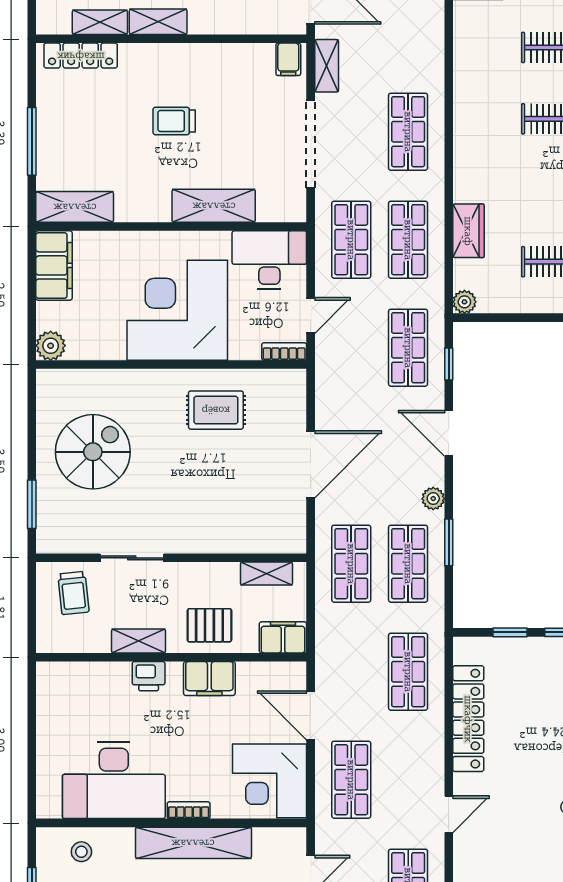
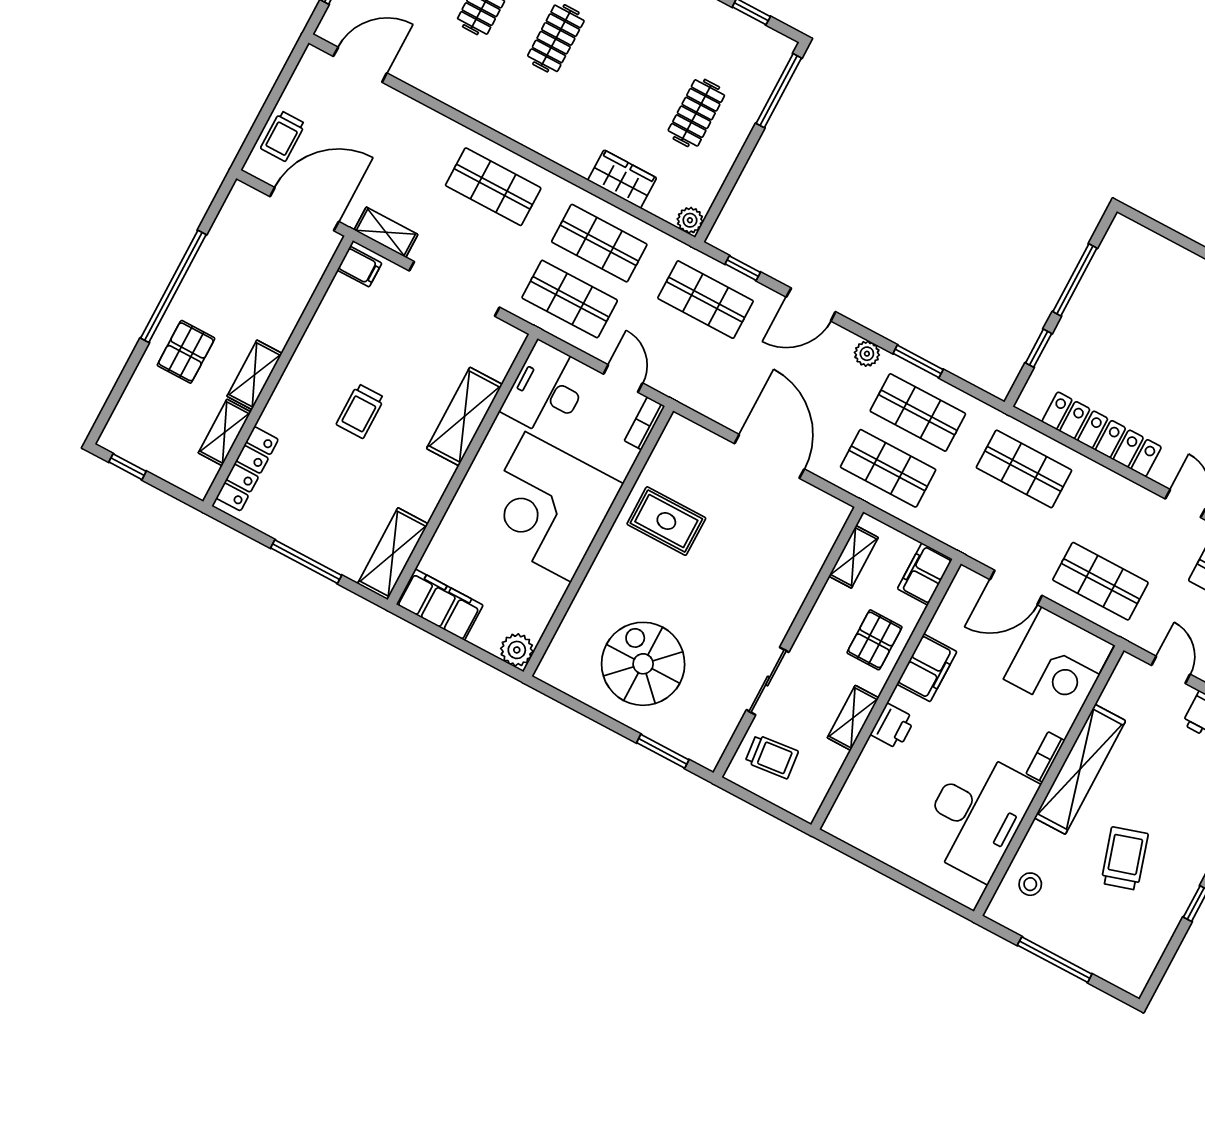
rug: (216, 410) -> (666, 521), turned 90

